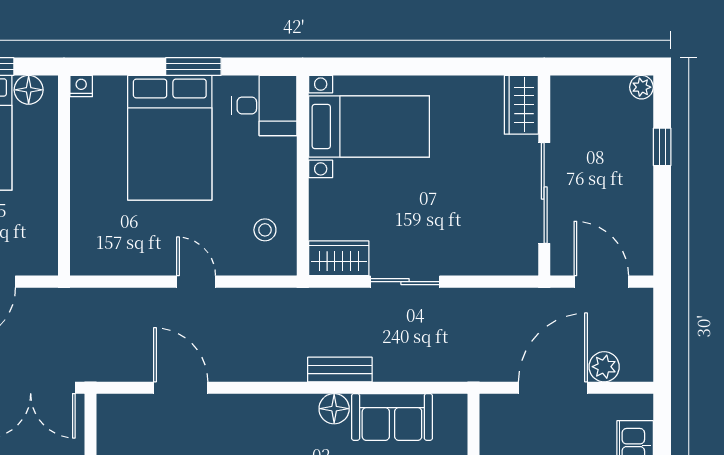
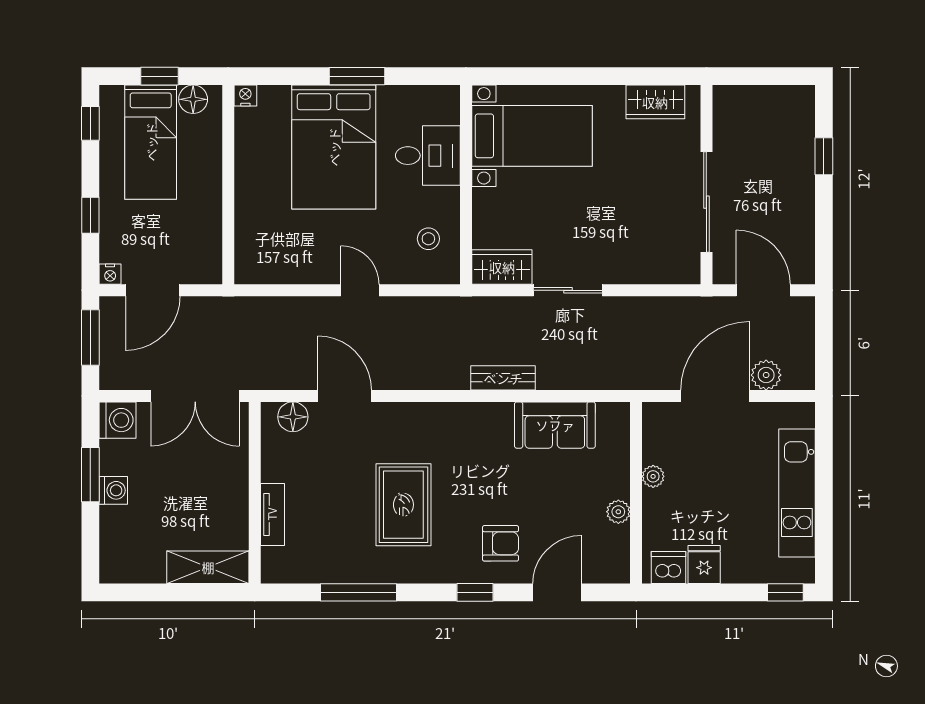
plant: (641, 87) -> (803, 97), removed
desk: (264, 105) -> (428, 156), moved
wardrobe: (521, 105) -> (655, 102), moved, turned -90
floor lamp: (334, 409) -> (293, 417), moved

